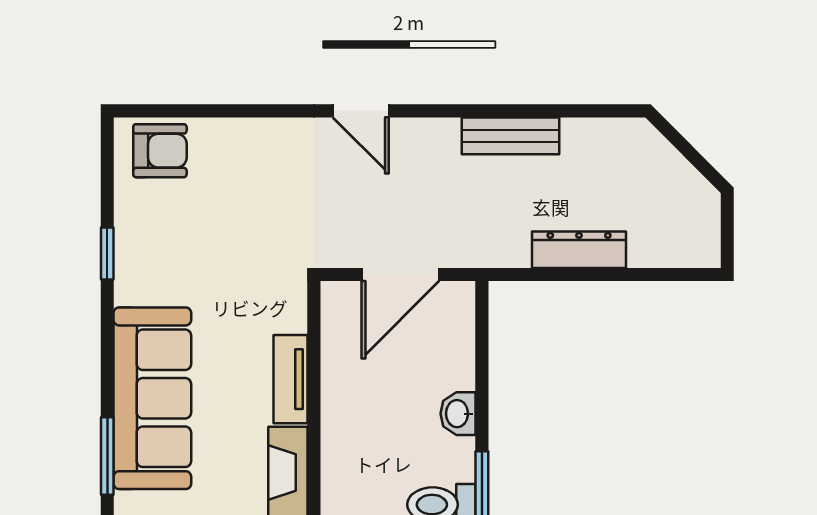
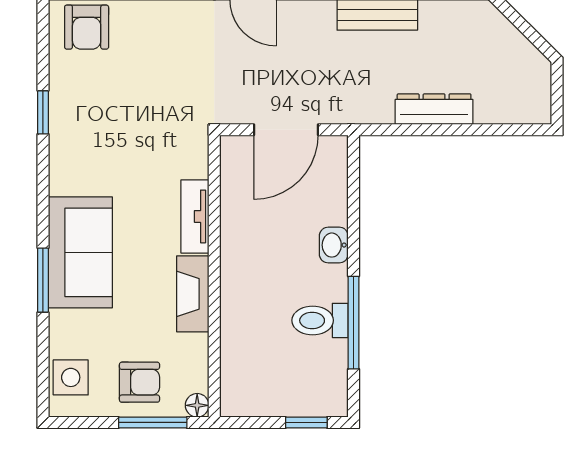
armchair: (160, 151) -> (87, 27), turned 90
sofa: (152, 398) -> (80, 252), width x0.73

